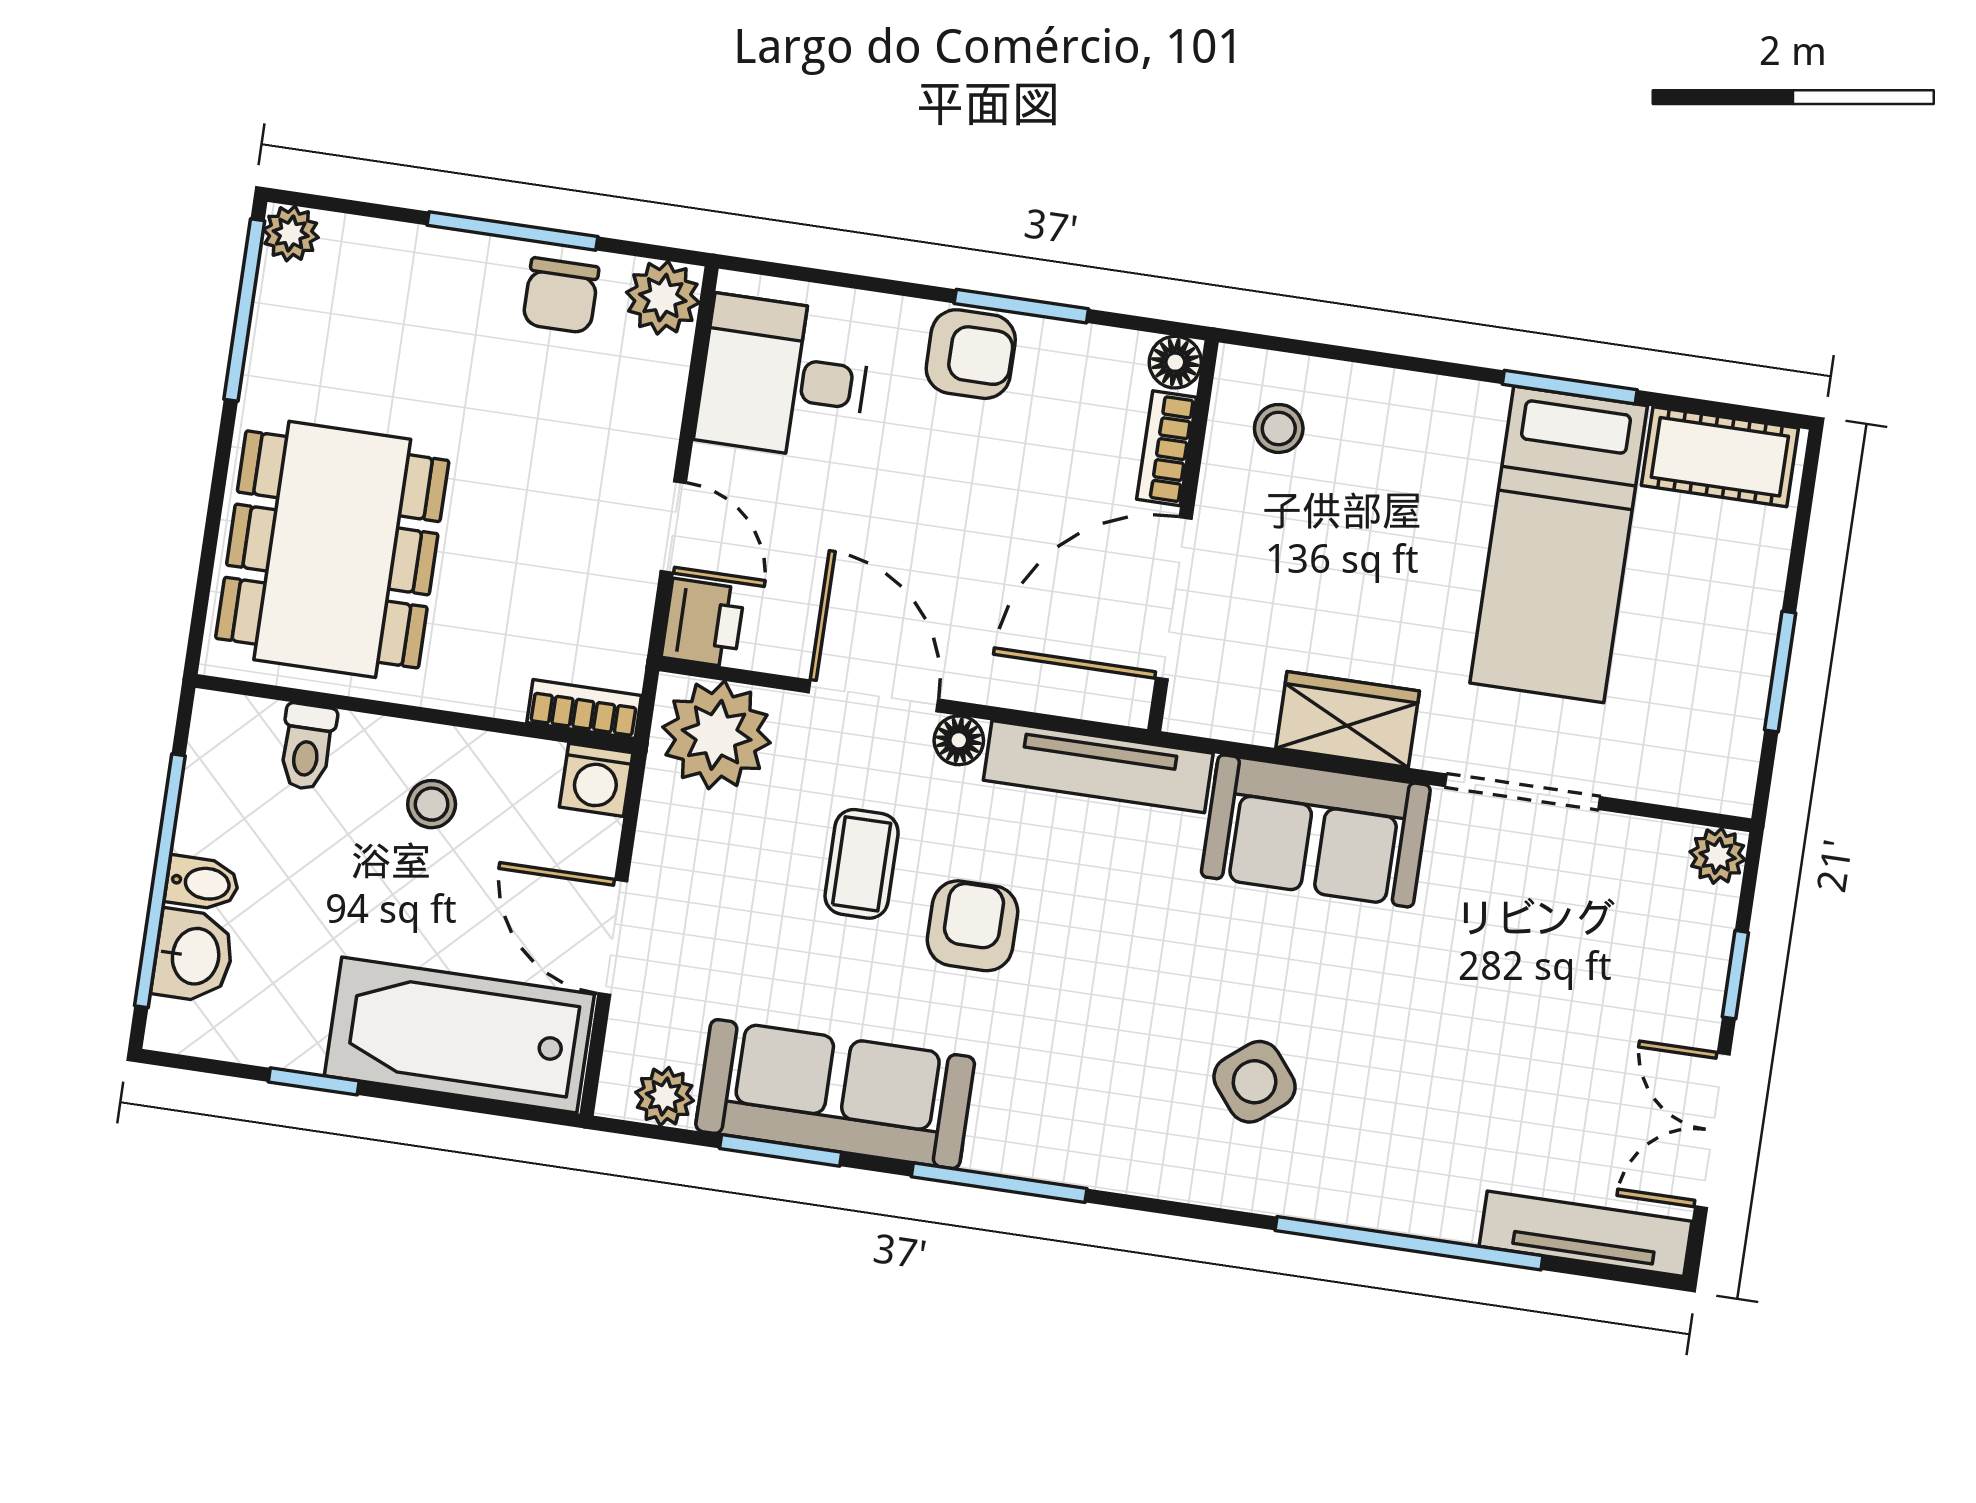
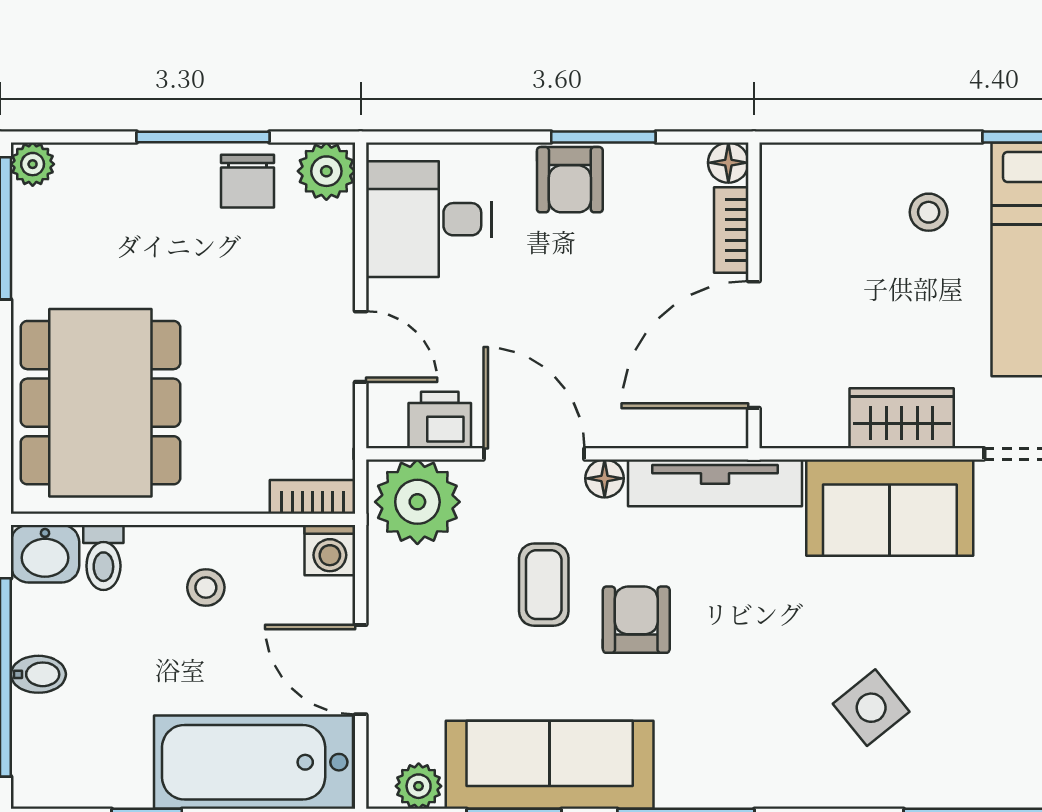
armchair: (971, 354) -> (570, 180), turned 90
stool: (1279, 428) -> (929, 212), moved
printer: (703, 623) -> (440, 420), moved, turned -90
washbasin: (193, 956) -> (45, 554), moved, turned 90

